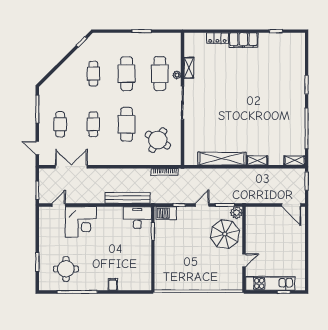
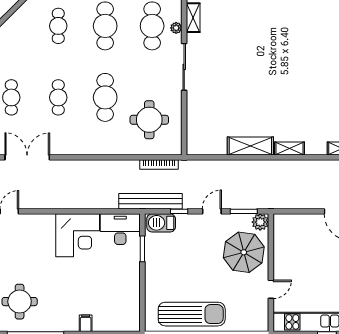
round table: (158, 140) -> (149, 120), turned -31
shelving: (222, 159) -> (250, 146), width x0.68
bench: (127, 198) -> (151, 201), moved
corner desk: (81, 222) -> (78, 235), moved
sun lounger: (188, 278) -> (192, 314), added

